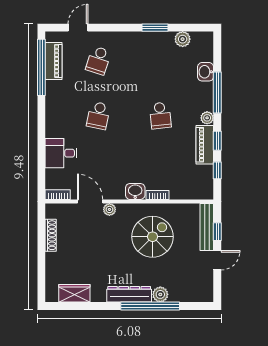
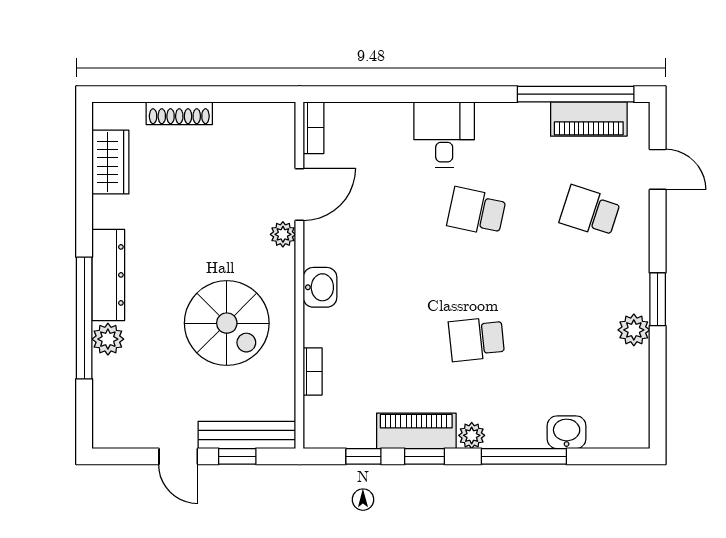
window: (155, 28) -> (658, 299), moved
plant: (183, 39) -> (634, 330), moved
desk: (61, 153) -> (444, 135), moved
bookcase: (158, 195) -> (313, 371), moved
shoe rack: (51, 235) -> (179, 113), moved

